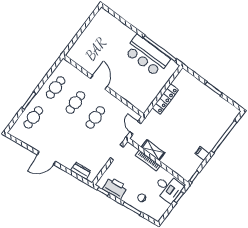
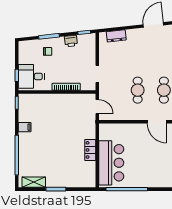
bar counter: (147, 56) -> (111, 163), moved, turned 90
locker: (165, 99) -> (90, 150), width x0.66
shelving: (153, 150) -> (34, 182), moved
printer: (115, 188) -> (71, 41), width x0.53, depth x0.68

